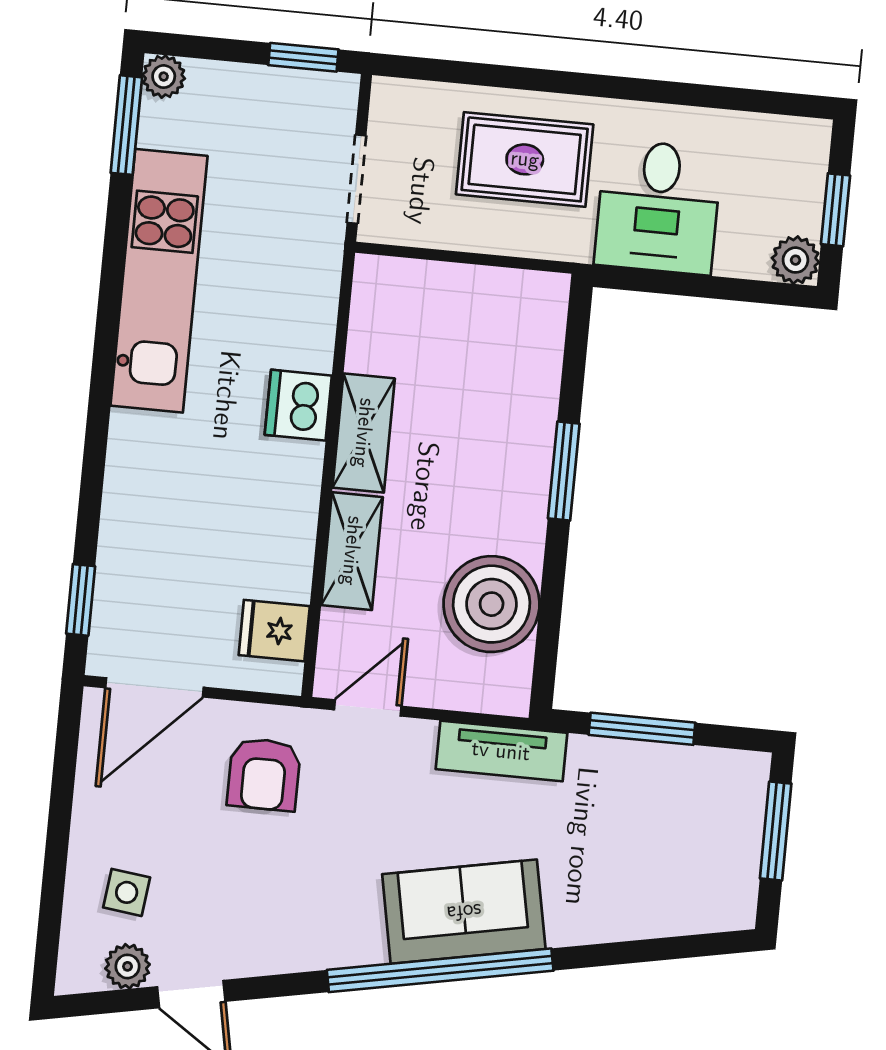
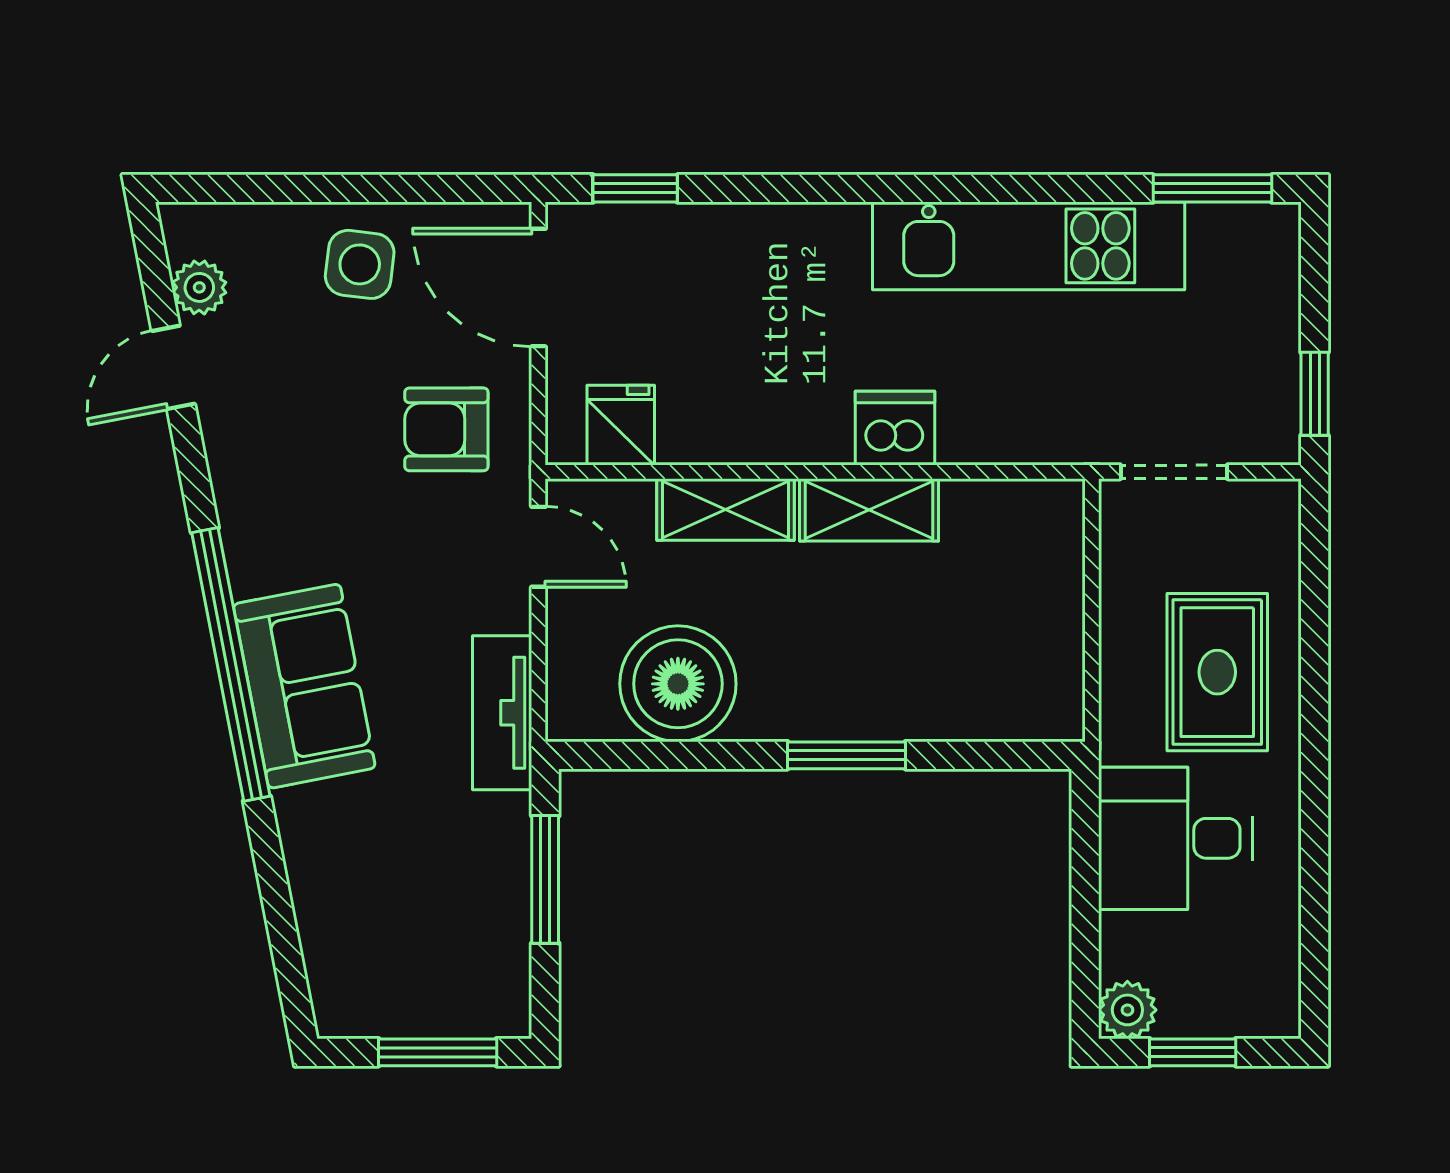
plant: (164, 77) -> (1275, 228), removed
side table: (127, 892) -> (360, 264), moved, width x1.37, depth x1.37

